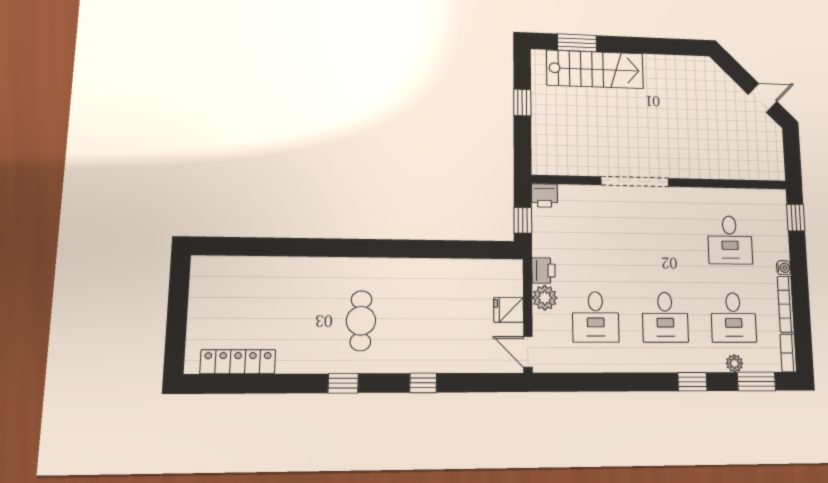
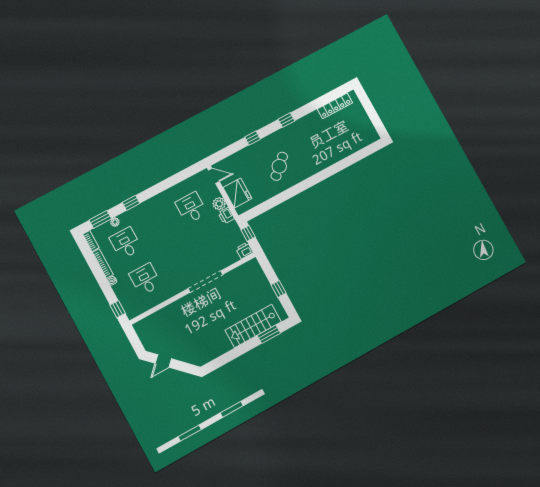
fridge: (509, 310) -> (237, 193), width x1.88, depth x1.34
desk: (665, 317) -> (159, 225), removed
cafe table: (361, 321) -> (279, 166), moved, turned 47

